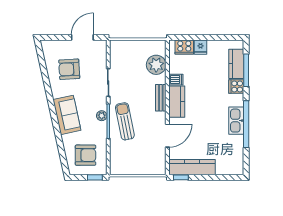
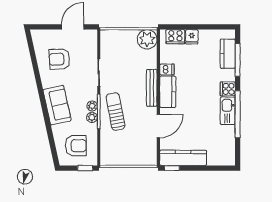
plant: (156, 65) -> (147, 39), moved
cooker: (236, 87) -> (228, 89), moved
bench: (161, 98) -> (152, 88), width x1.36
plant: (101, 127) -> (92, 117), added

